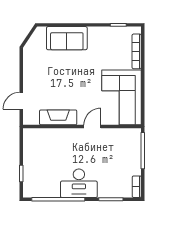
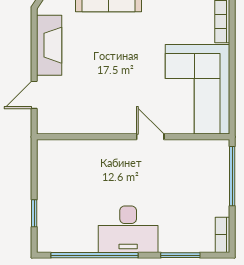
fireplace: (58, 117) -> (49, 45), moved, turned 90
door: (92, 127) -> (150, 137), hinge flipped

